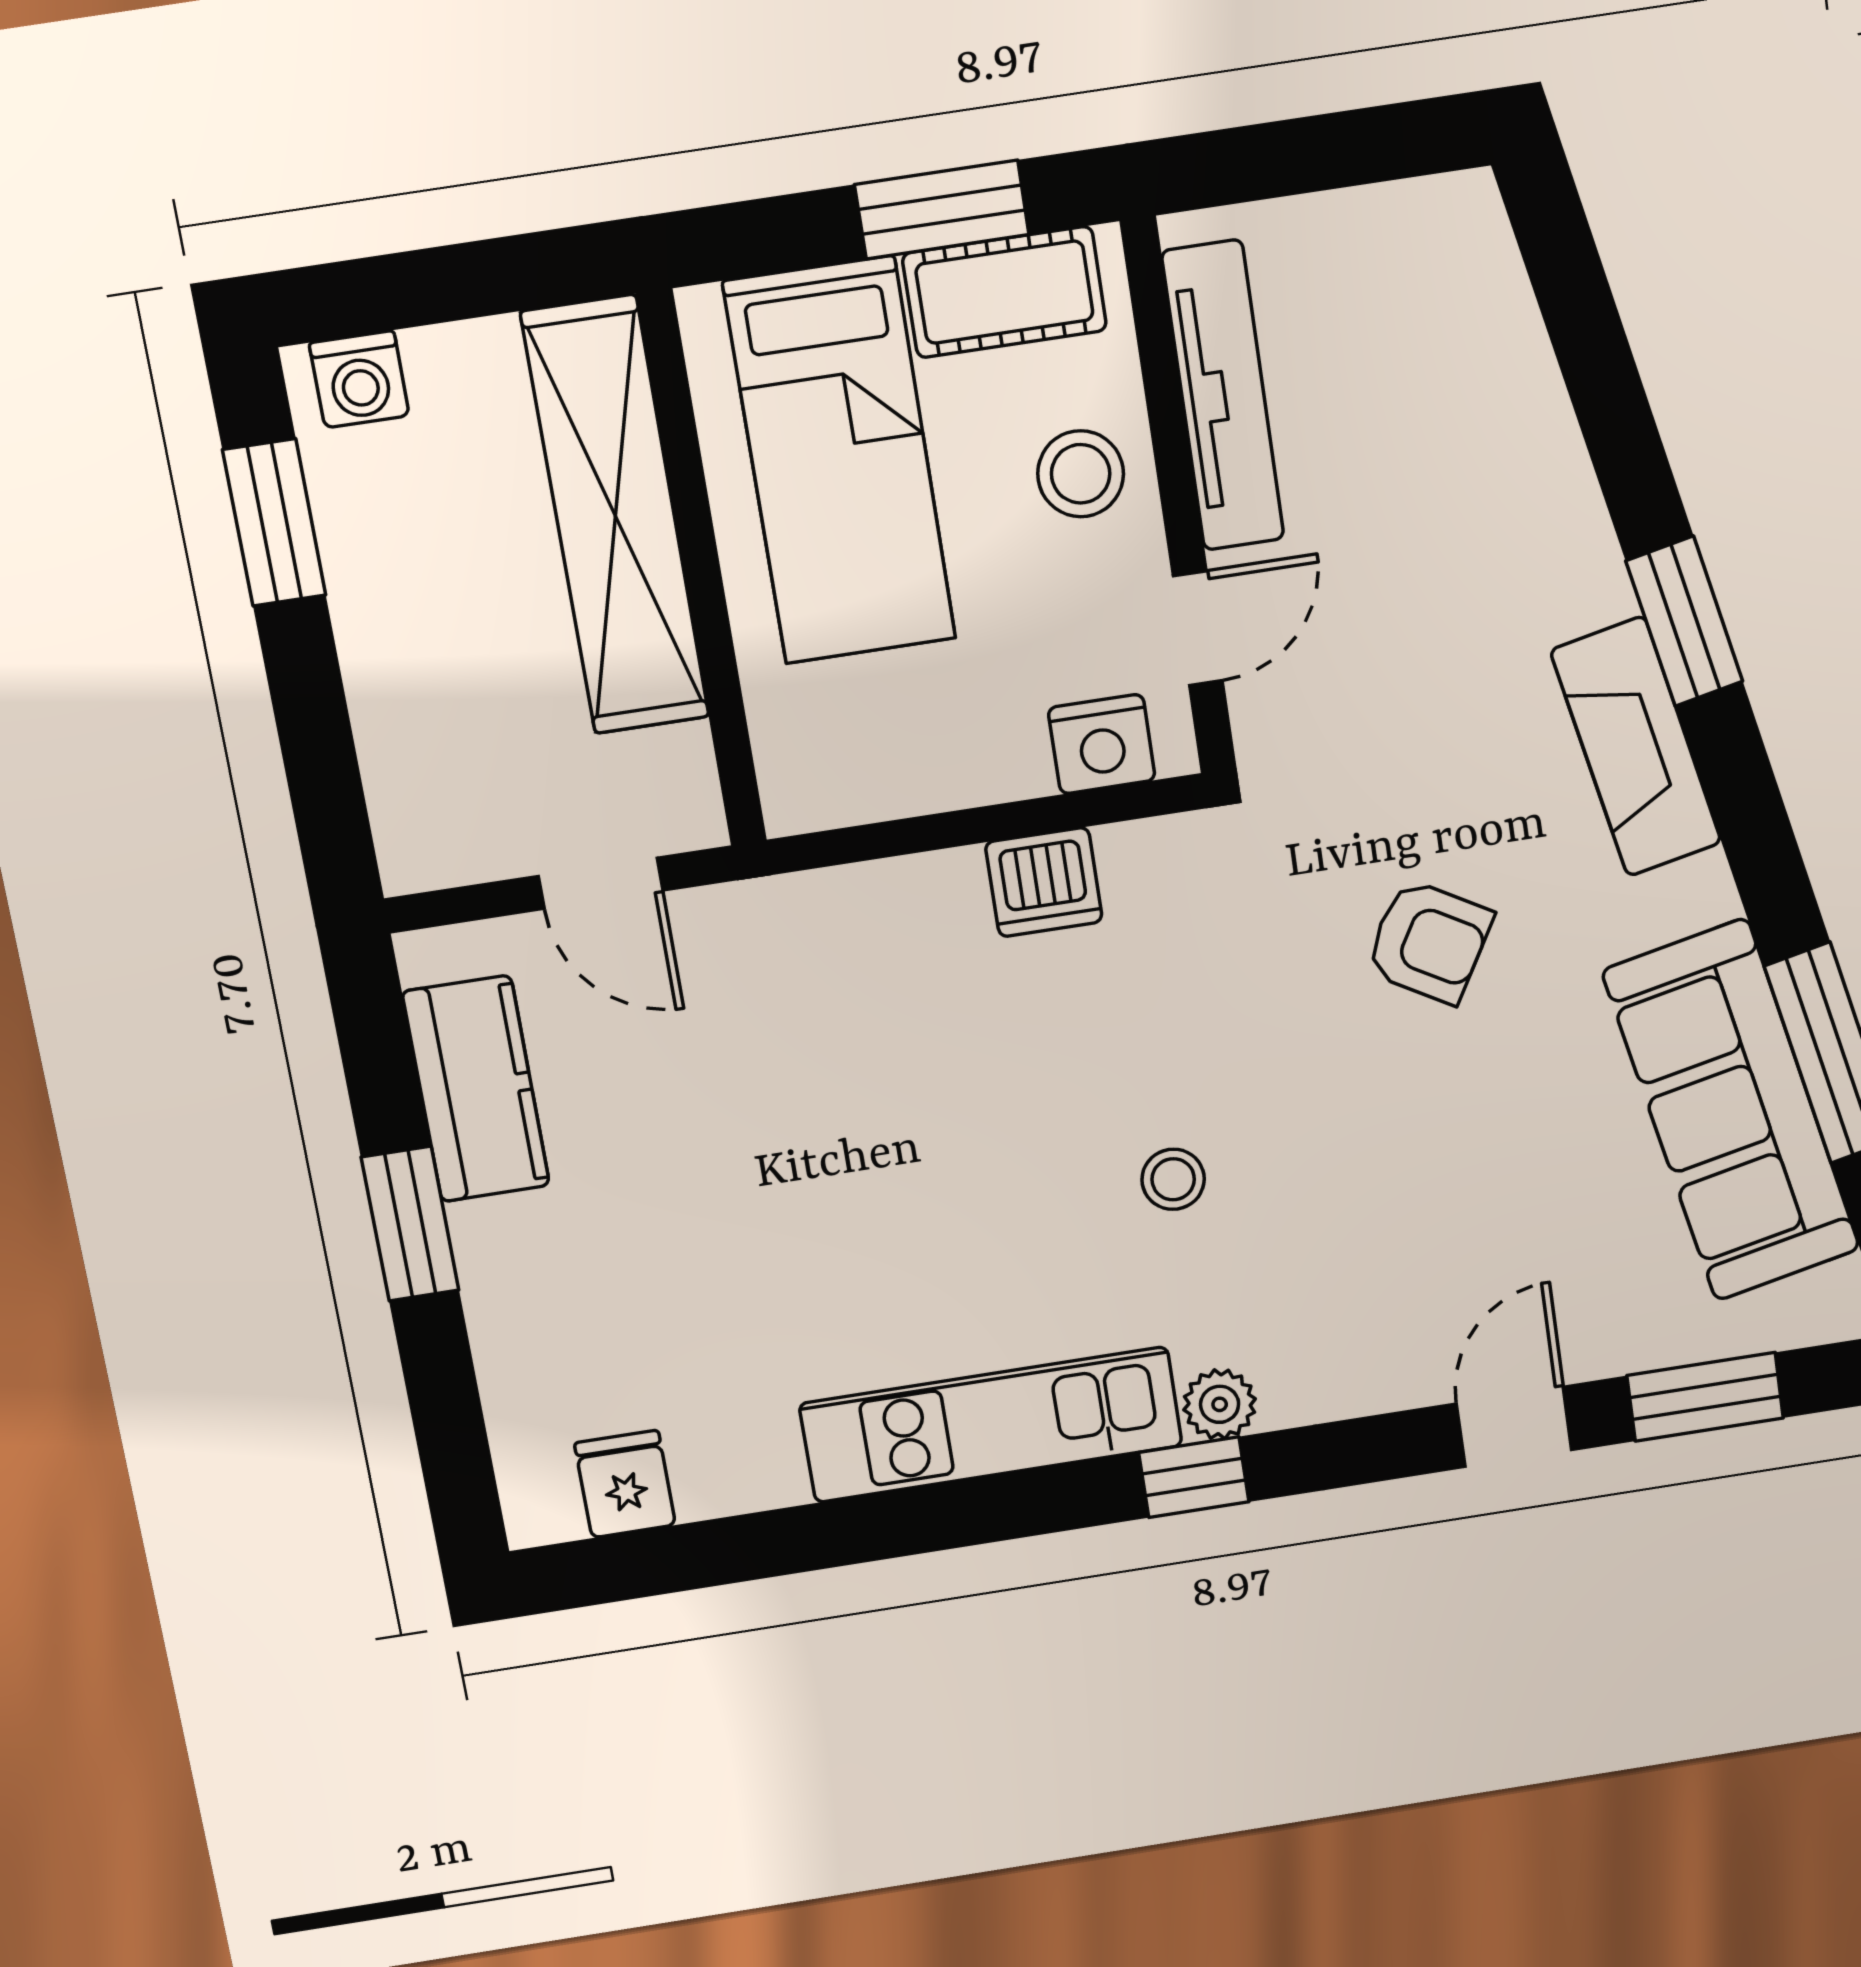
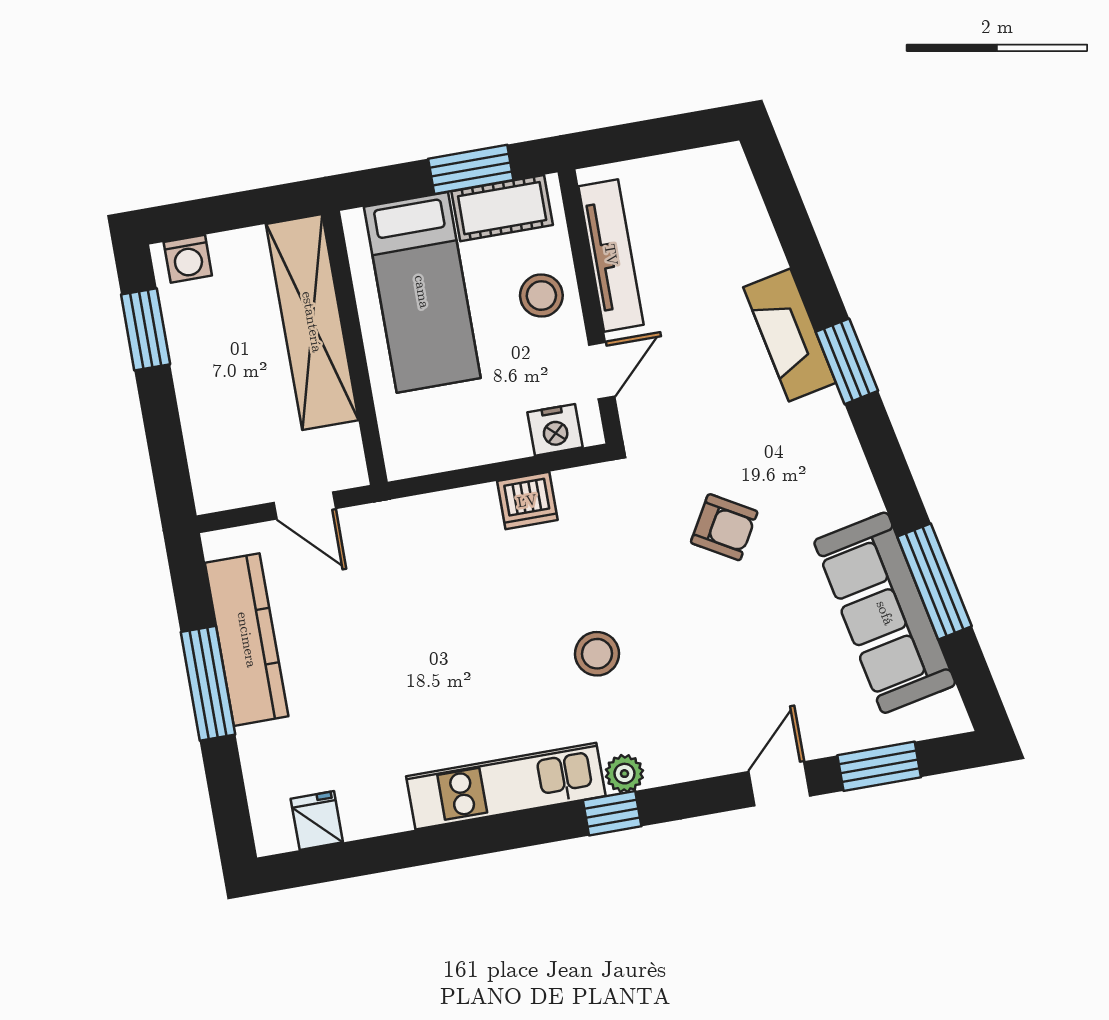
fireplace: (1636, 747) -> (790, 335), moved
kitchen counter: (476, 1089) -> (247, 640), width x1.50
stool: (1173, 1179) -> (597, 654), width x1.37, depth x1.37
window: (410, 1224) -> (208, 683), width x1.44

